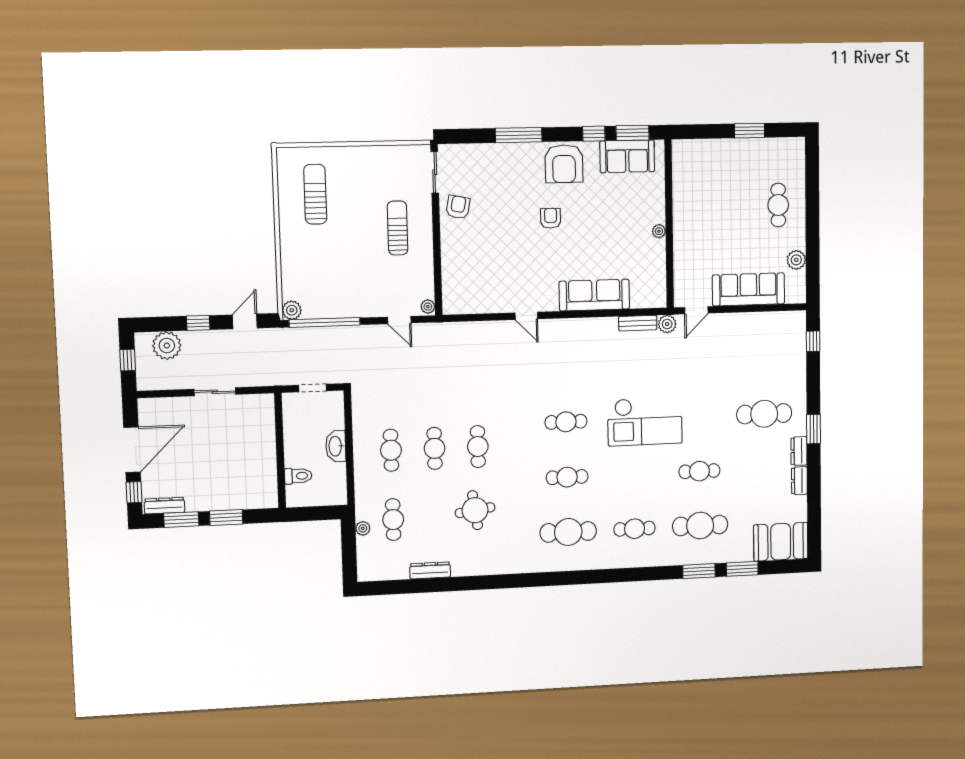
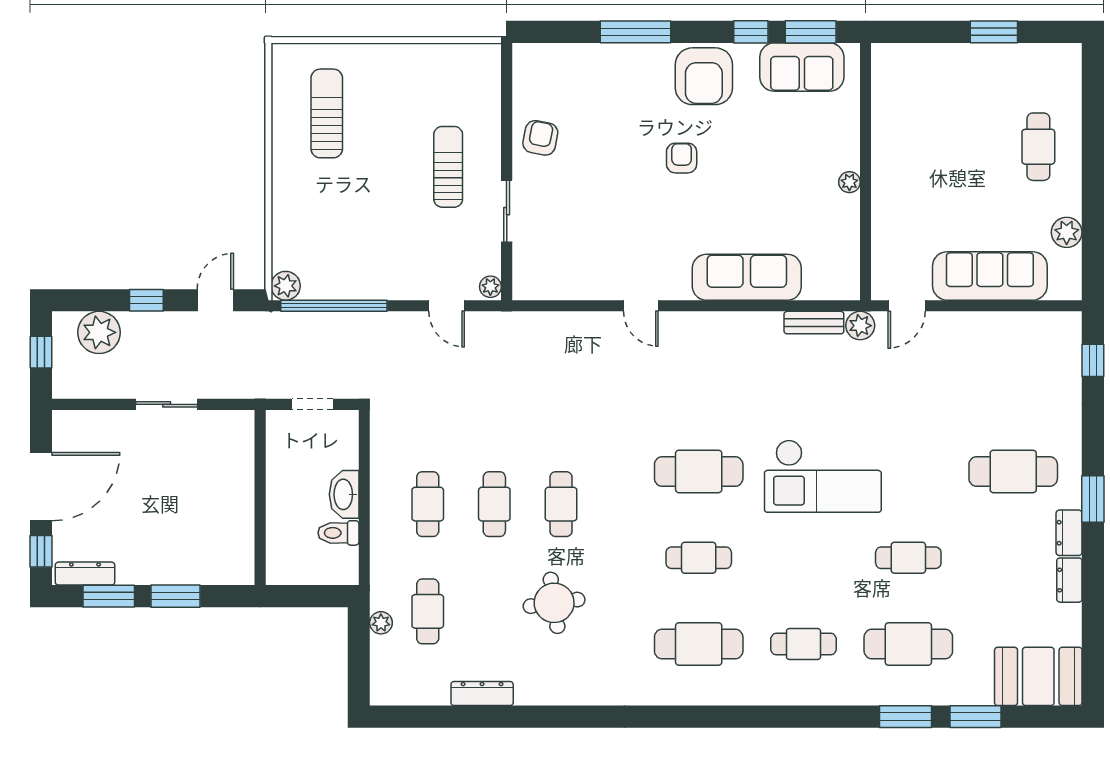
sliding door: (435, 172) -> (507, 211), moved
cafe table: (566, 422) -> (699, 471), width x1.37, depth x1.35
toilet: (298, 476) -> (338, 533), moved, turned 180

